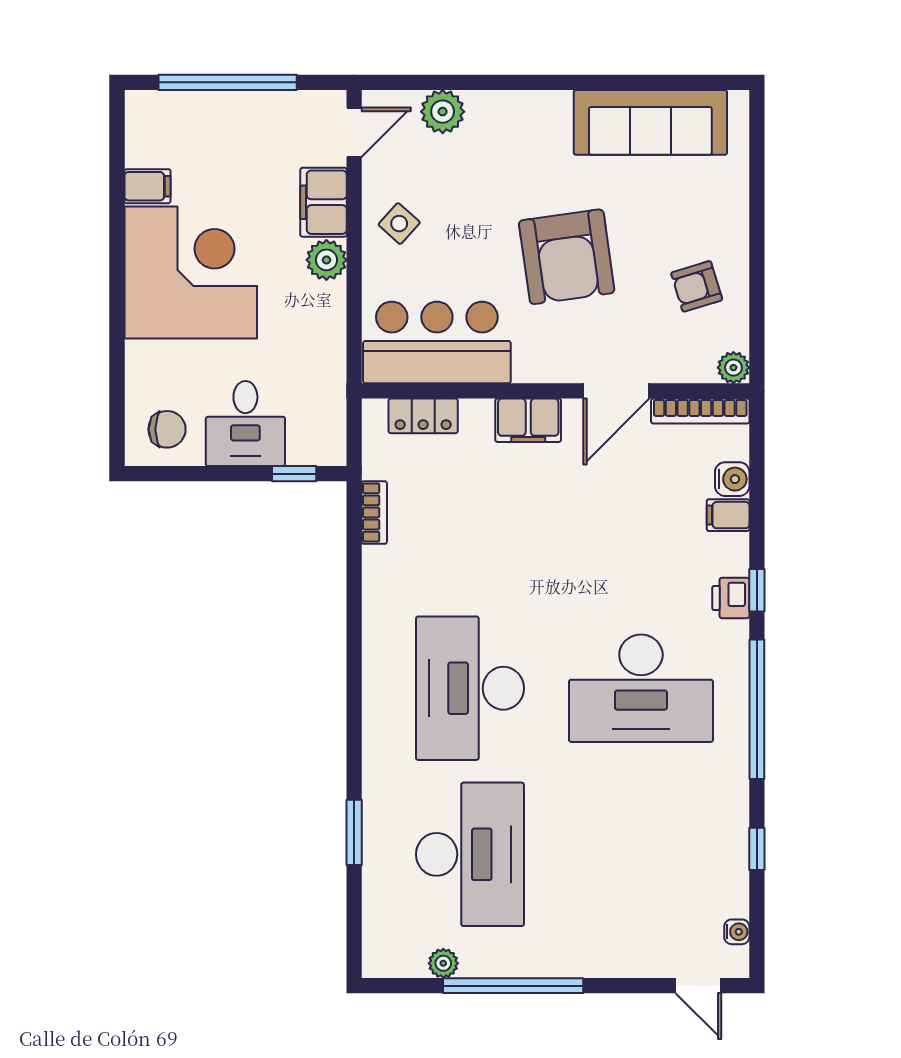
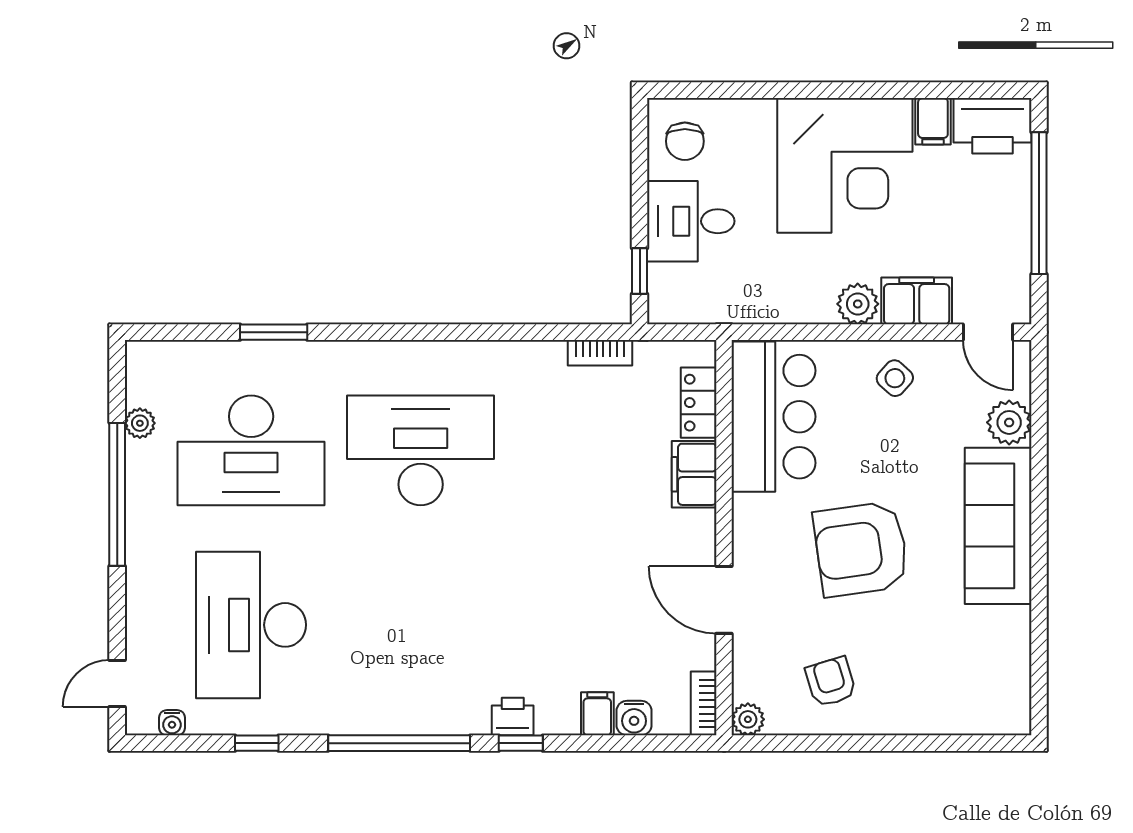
sofa: (650, 122) -> (998, 526), moved
printer: (152, 128) -> (992, 126), added
bookcase: (700, 411) -> (704, 703), width x0.64
filing cabinet: (528, 420) -> (694, 474), moved
desk: (641, 688) -> (251, 625), moved

